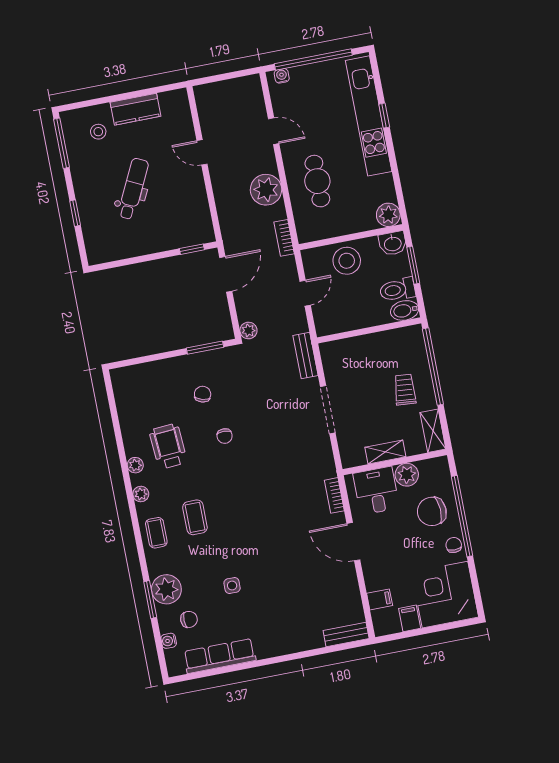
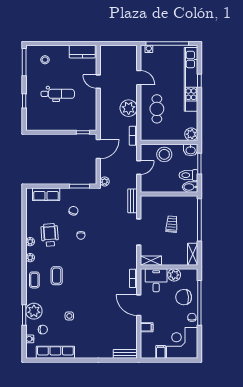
kitchen counter: (135, 109) -> (82, 52), moved
dental chair: (133, 189) -> (58, 94), turned 64
row of seats: (147, 374) -> (46, 194), added
trolley: (405, 390) -> (172, 224), moved
shelving: (385, 452) -> (151, 261), moved
filing cabinet: (380, 599) -> (147, 327), moved

